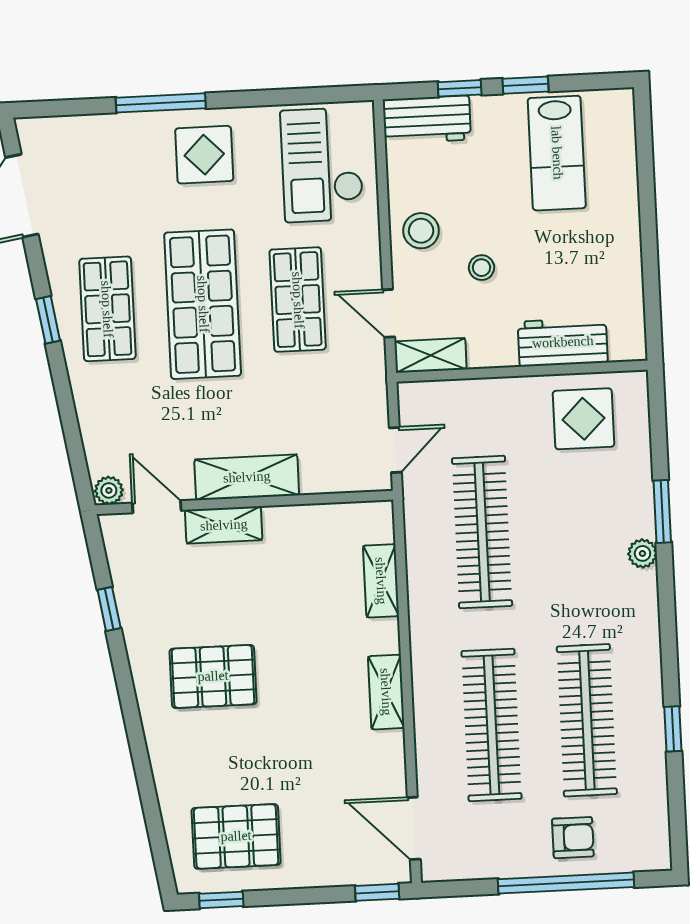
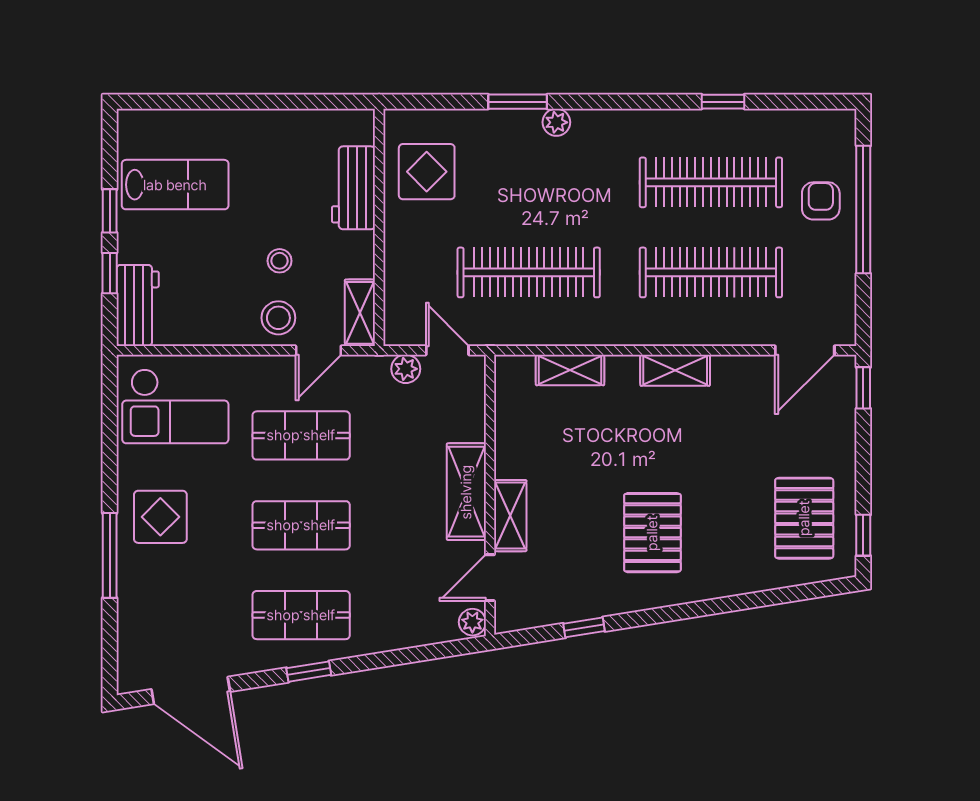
stool: (421, 231) -> (278, 318), moved
shop shelf: (203, 304) -> (301, 525), width x0.70, depth x0.74
plant: (374, 407) -> (406, 369), added

